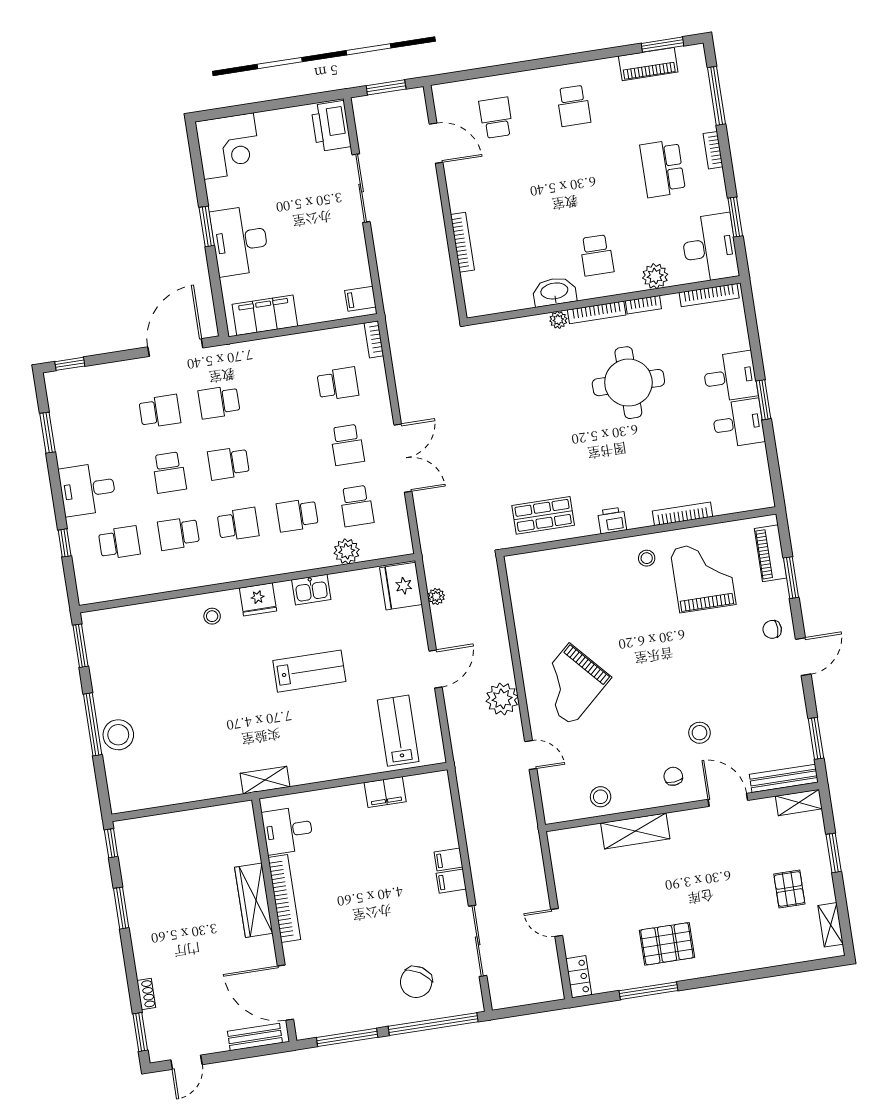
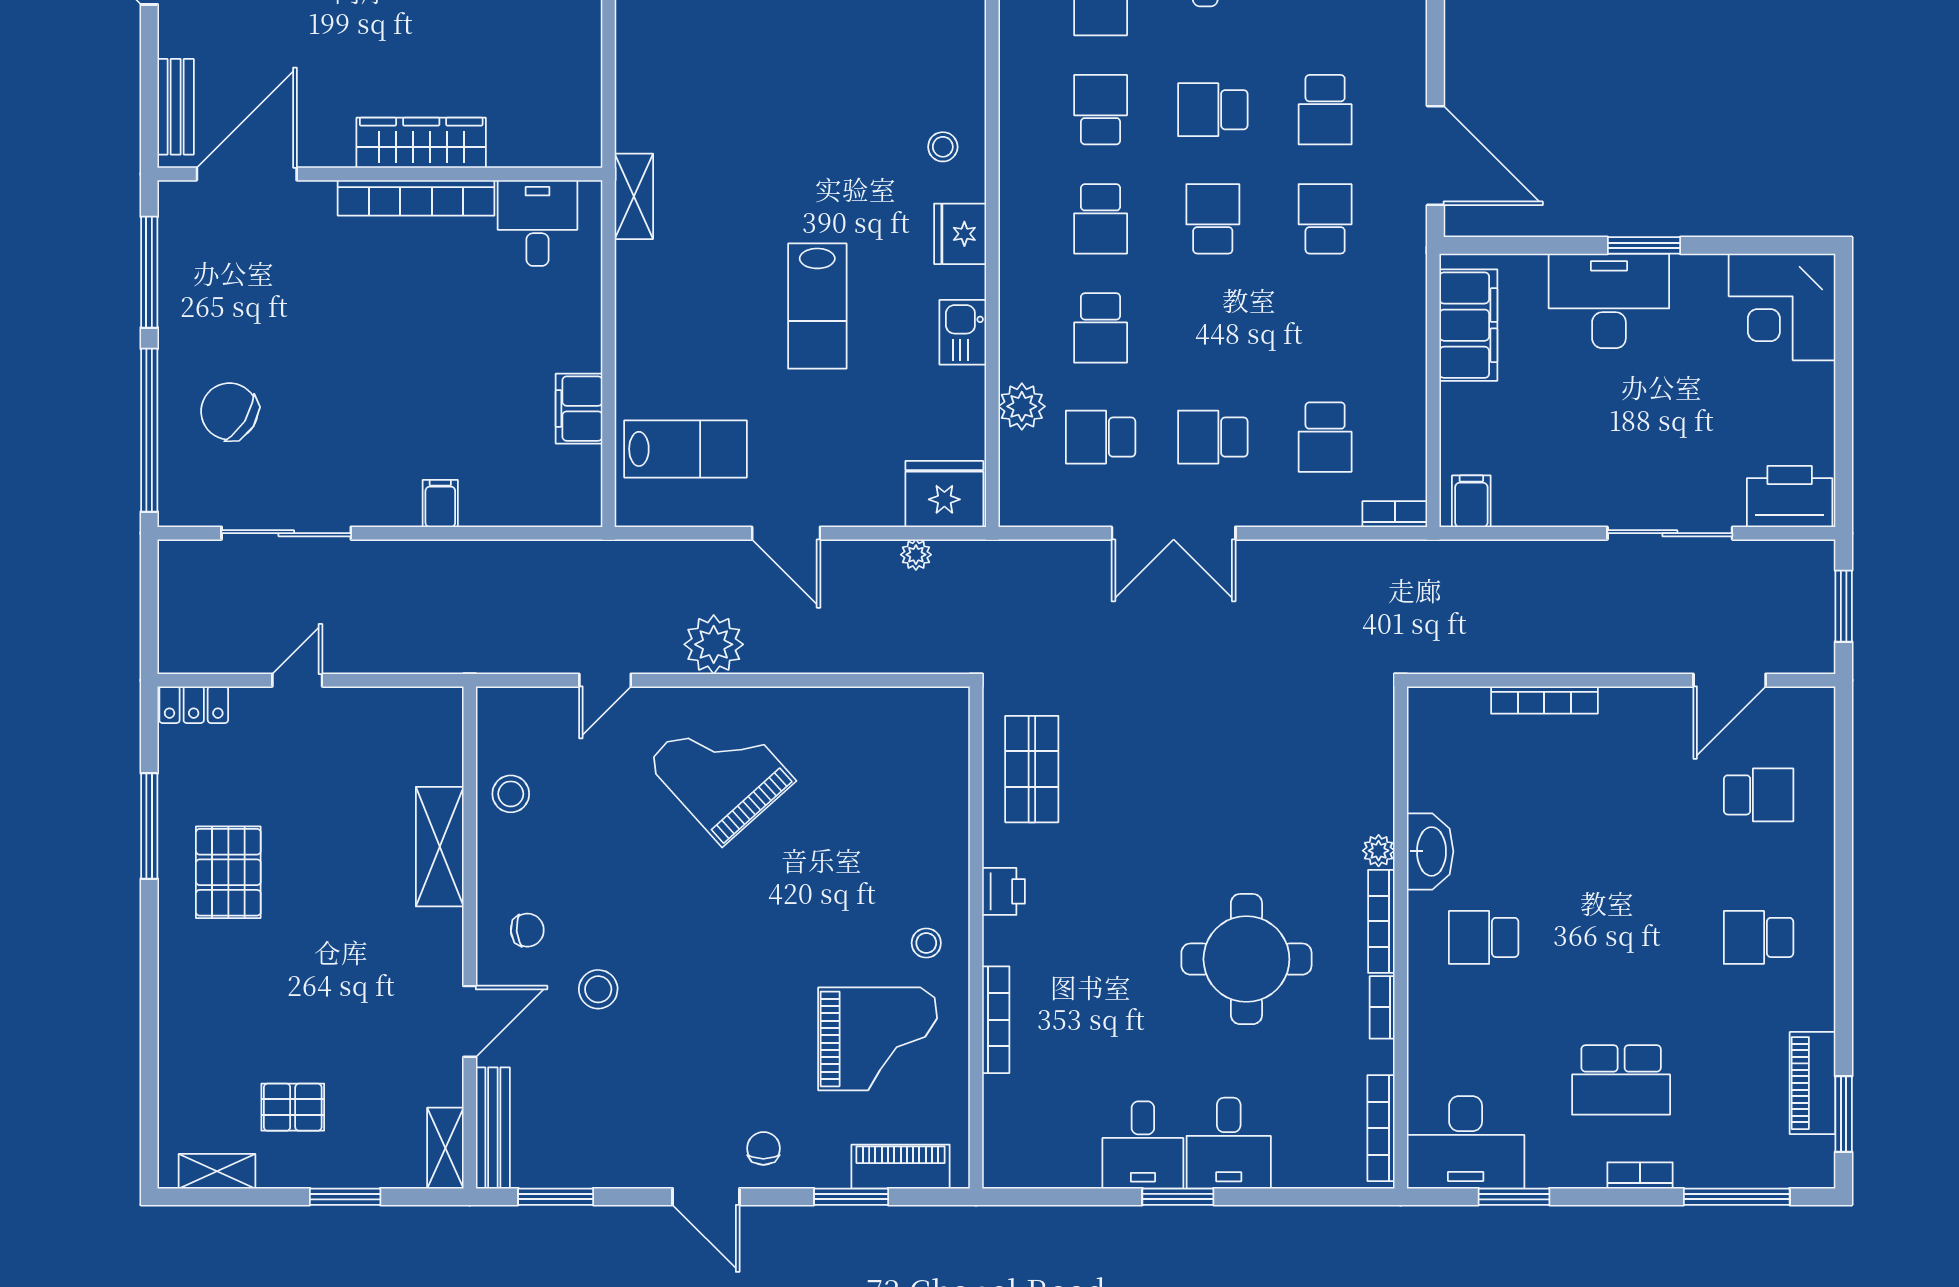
school desk: (663, 169) -> (1621, 1080), turned 180
plant: (655, 276) -> (1430, 1037), removed
school desk: (297, 515) -> (1101, 328), turned 180
filing cabinet: (451, 881) -> (401, 502), removed

